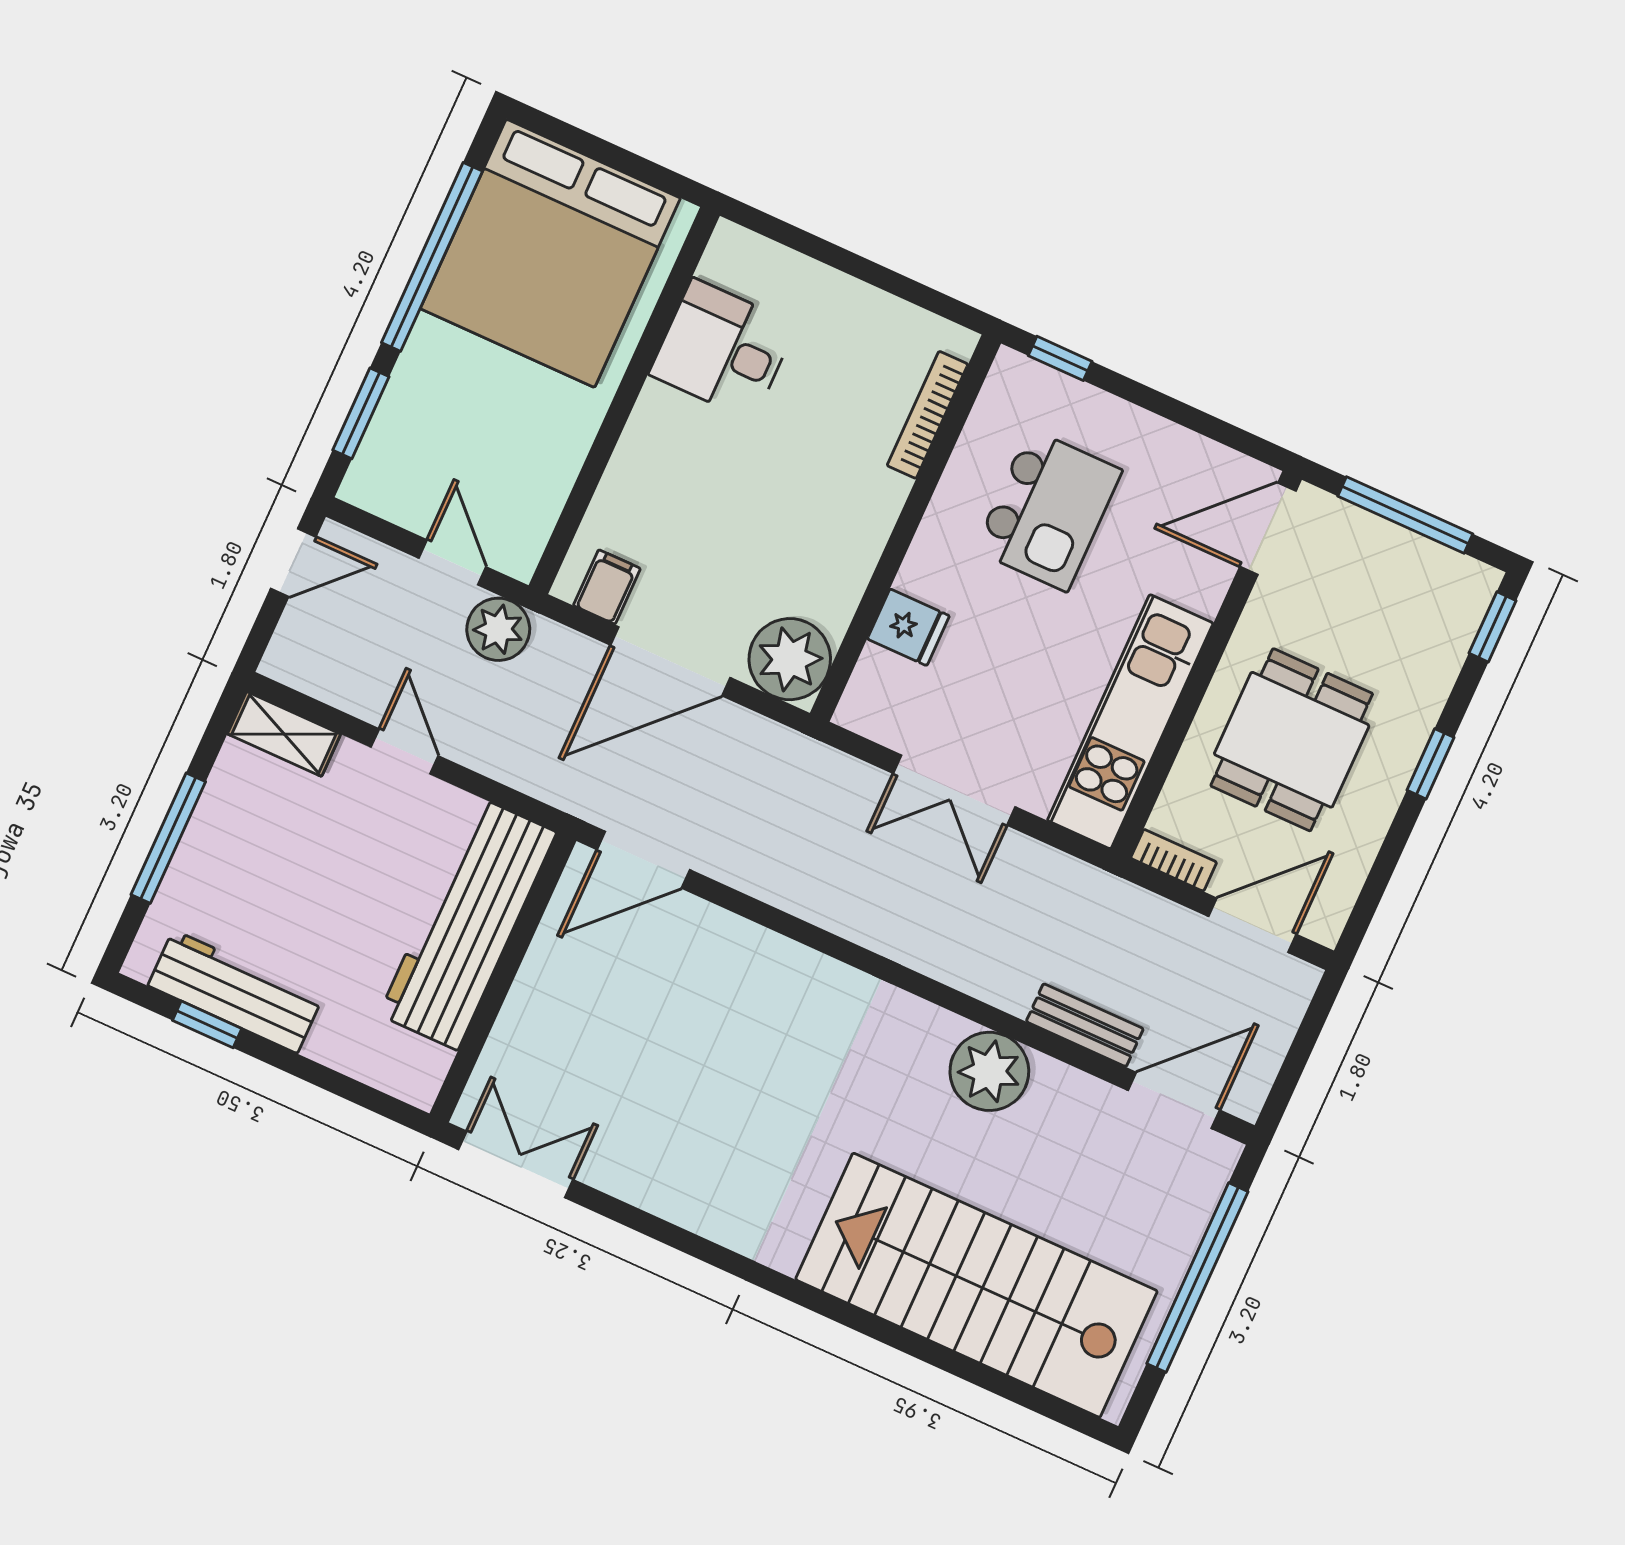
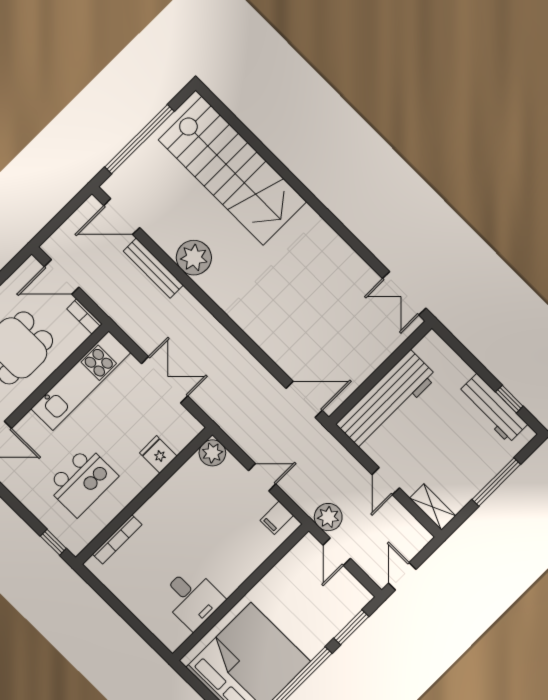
kitchen island: (1048, 510) -> (82, 481), turned 180
door: (293, 563) -> (402, 576), hinge flipped
plant: (790, 659) -> (212, 453), width x0.73, depth x0.73
door: (670, 661) -> (262, 477), width x0.53
bench: (1085, 1025) -> (153, 268), width x1.36

